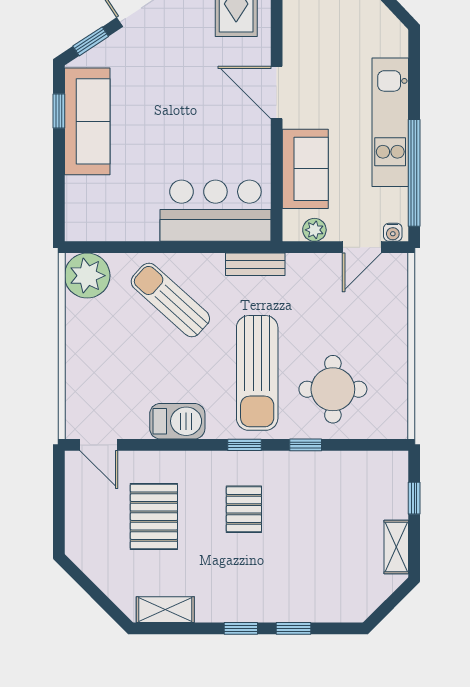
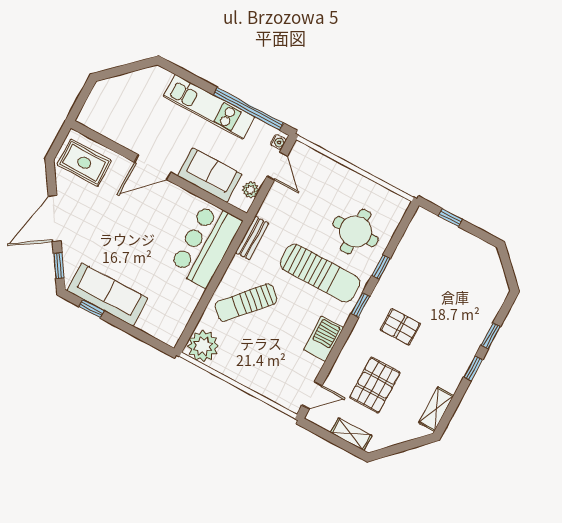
pallet: (154, 517) -> (375, 385), turned 90
shelving: (396, 547) -> (351, 434), moved

